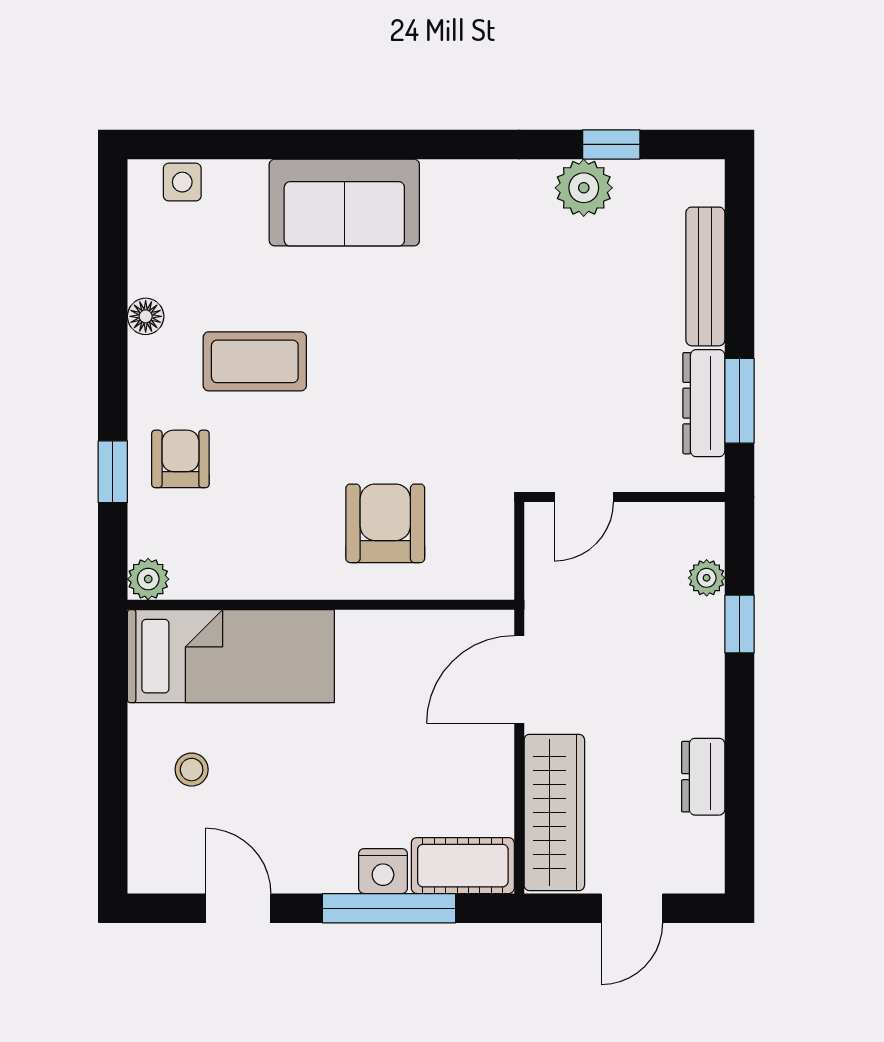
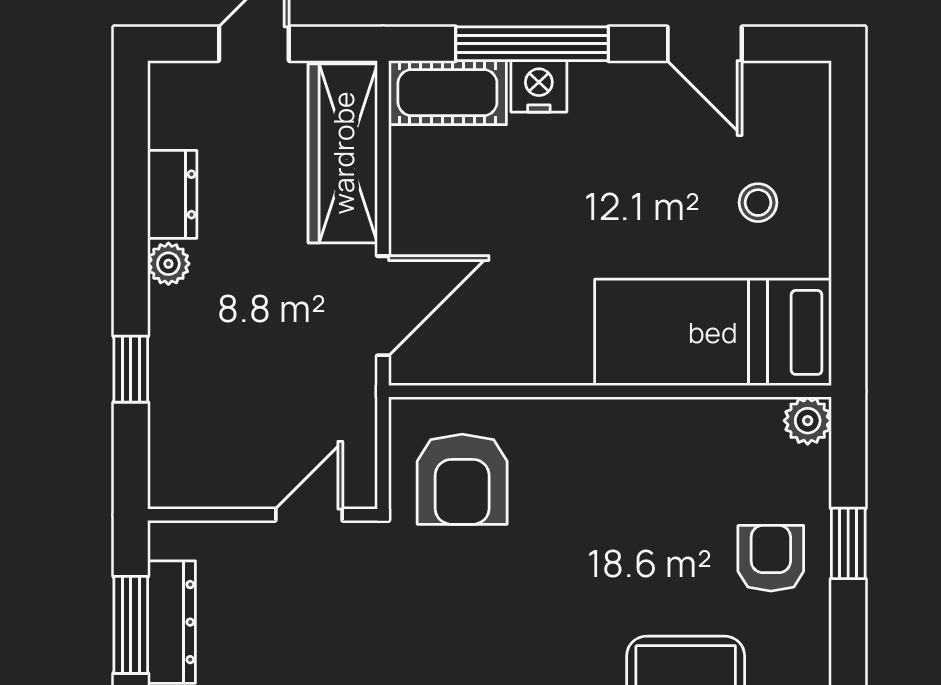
armchair: (180, 459) -> (771, 558), turned 180
armchair: (385, 523) -> (462, 479), moved
plant: (707, 578) -> (168, 264), moved

